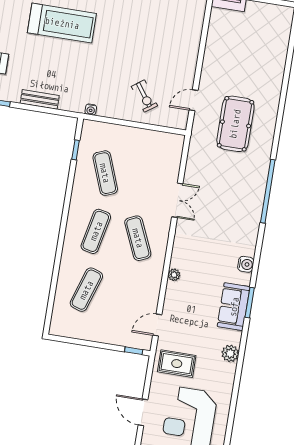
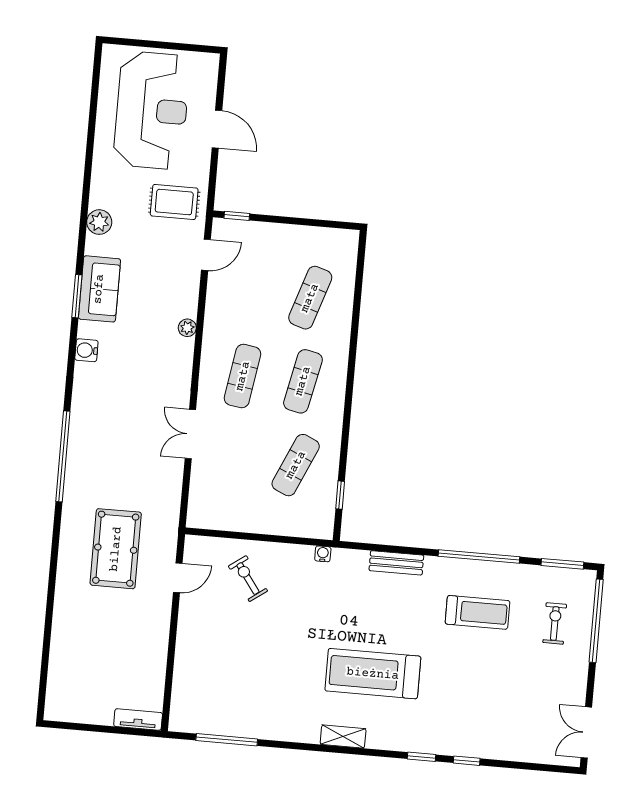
exercise mat: (105, 173) -> (296, 465), turned 45
exercise mat: (138, 238) -> (243, 376), turned 33

